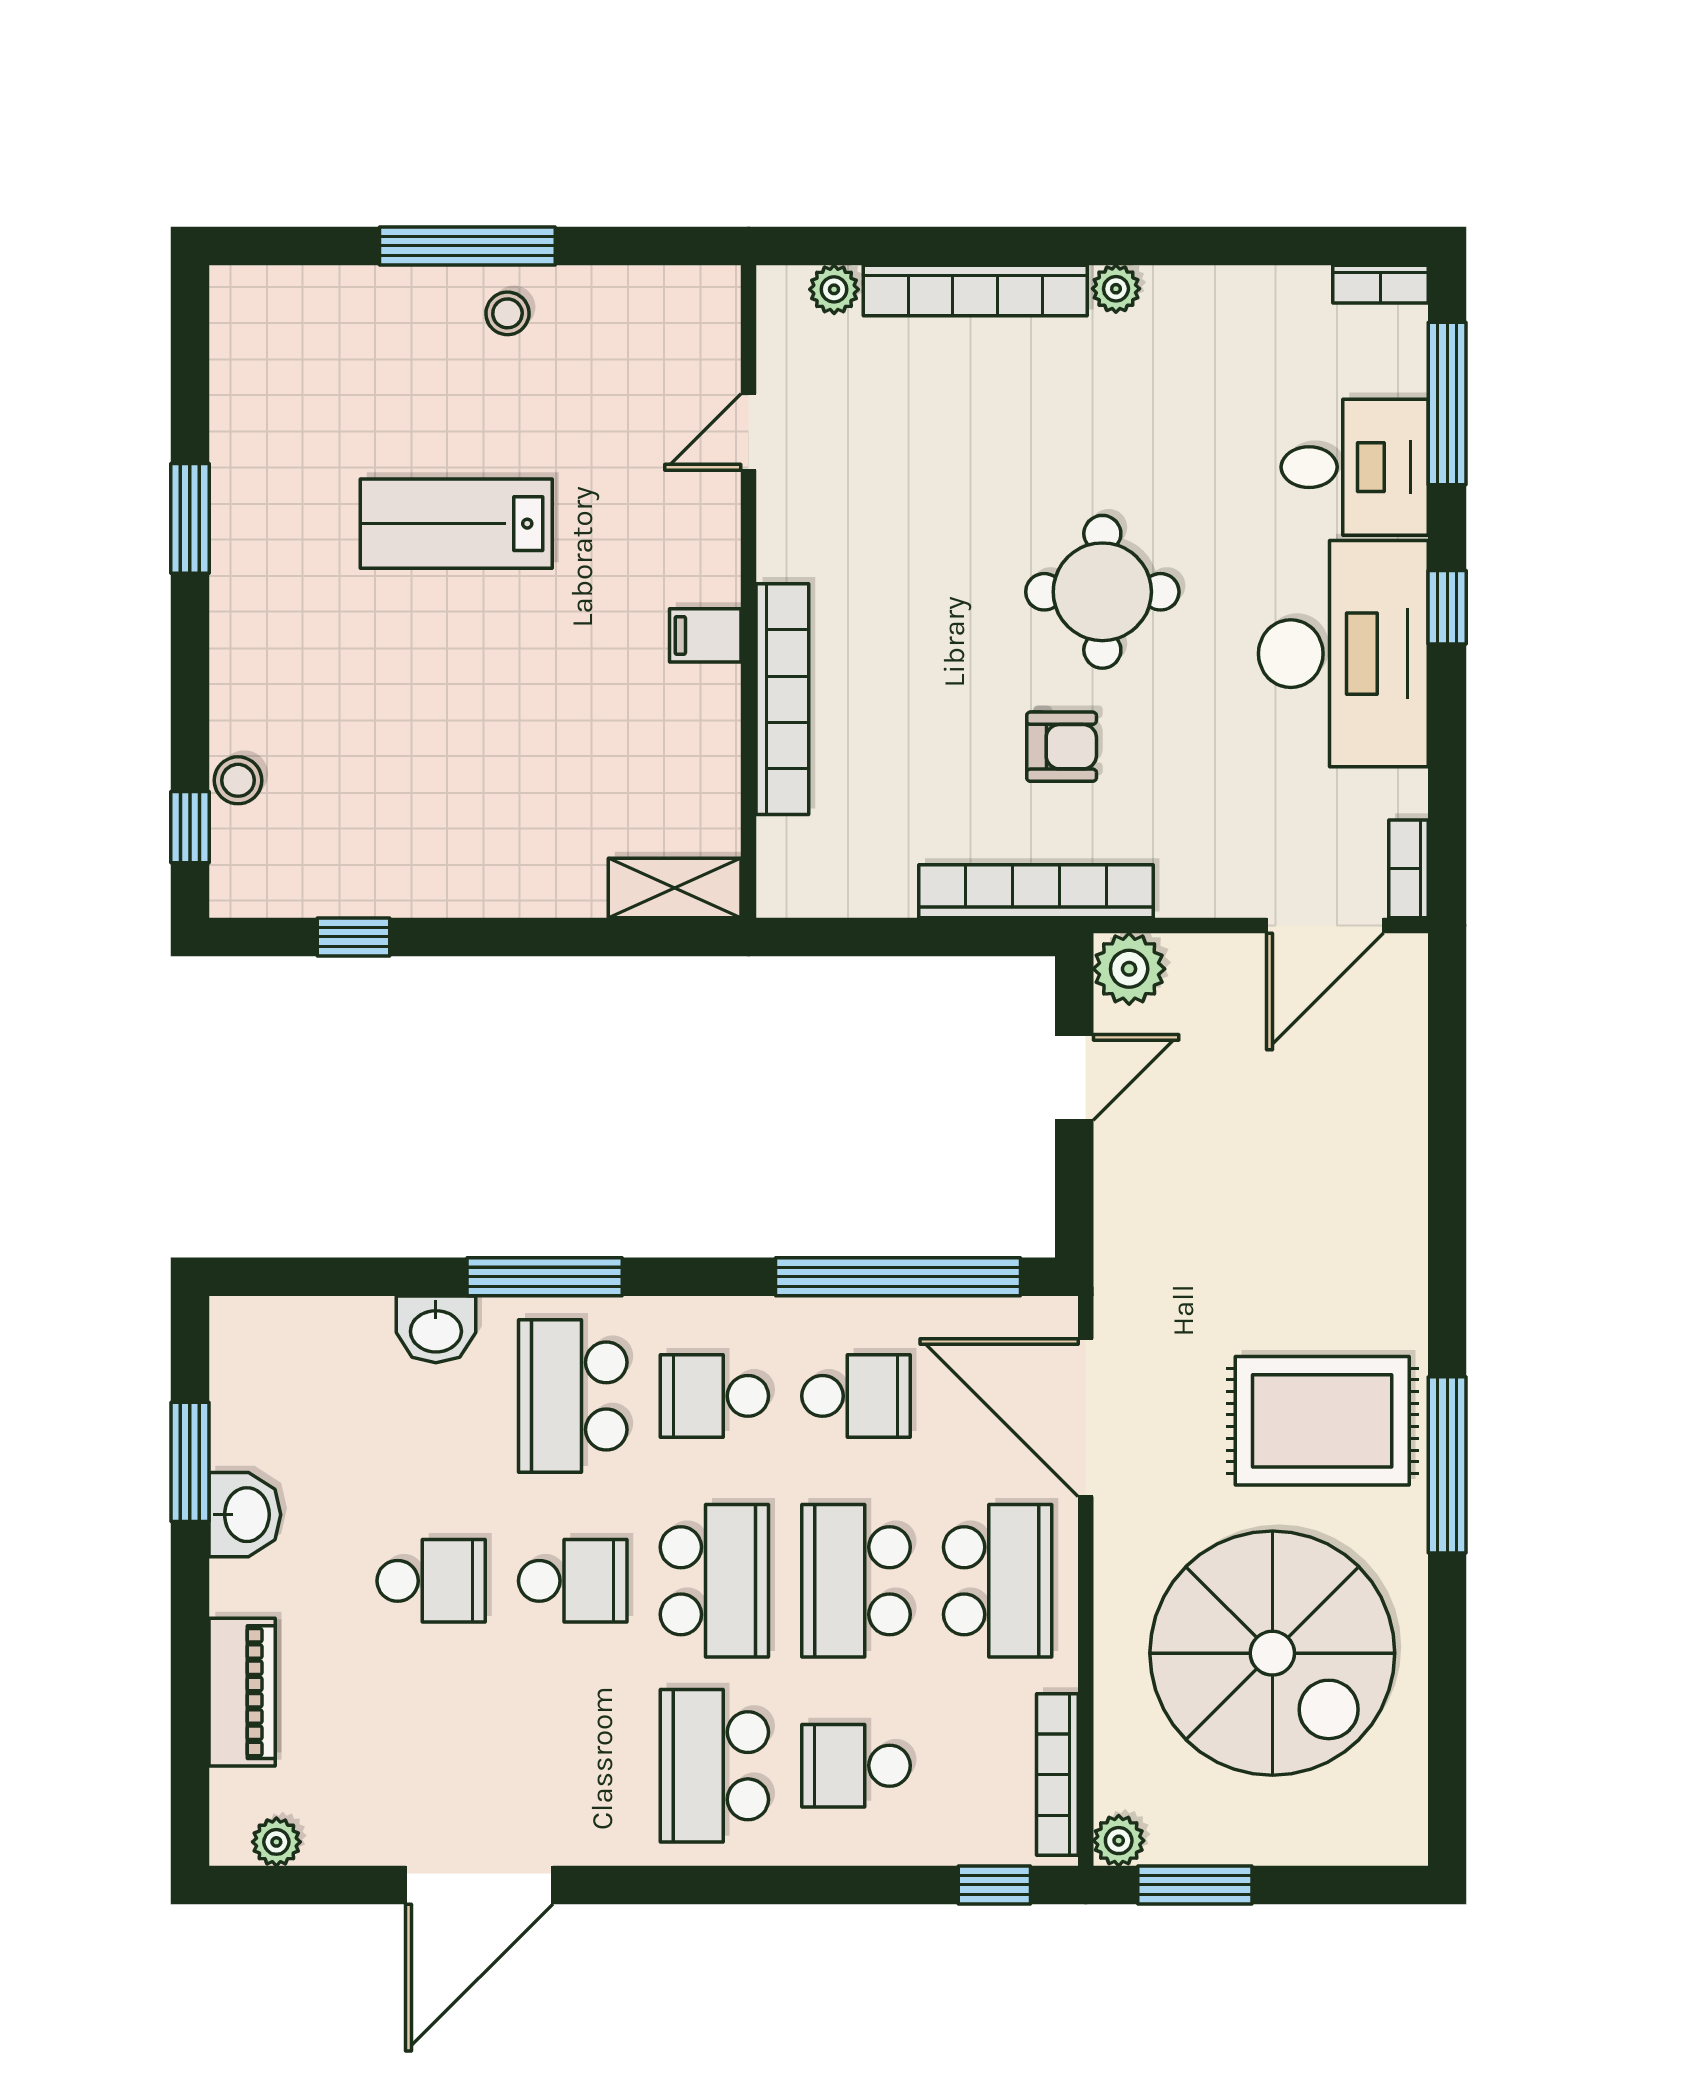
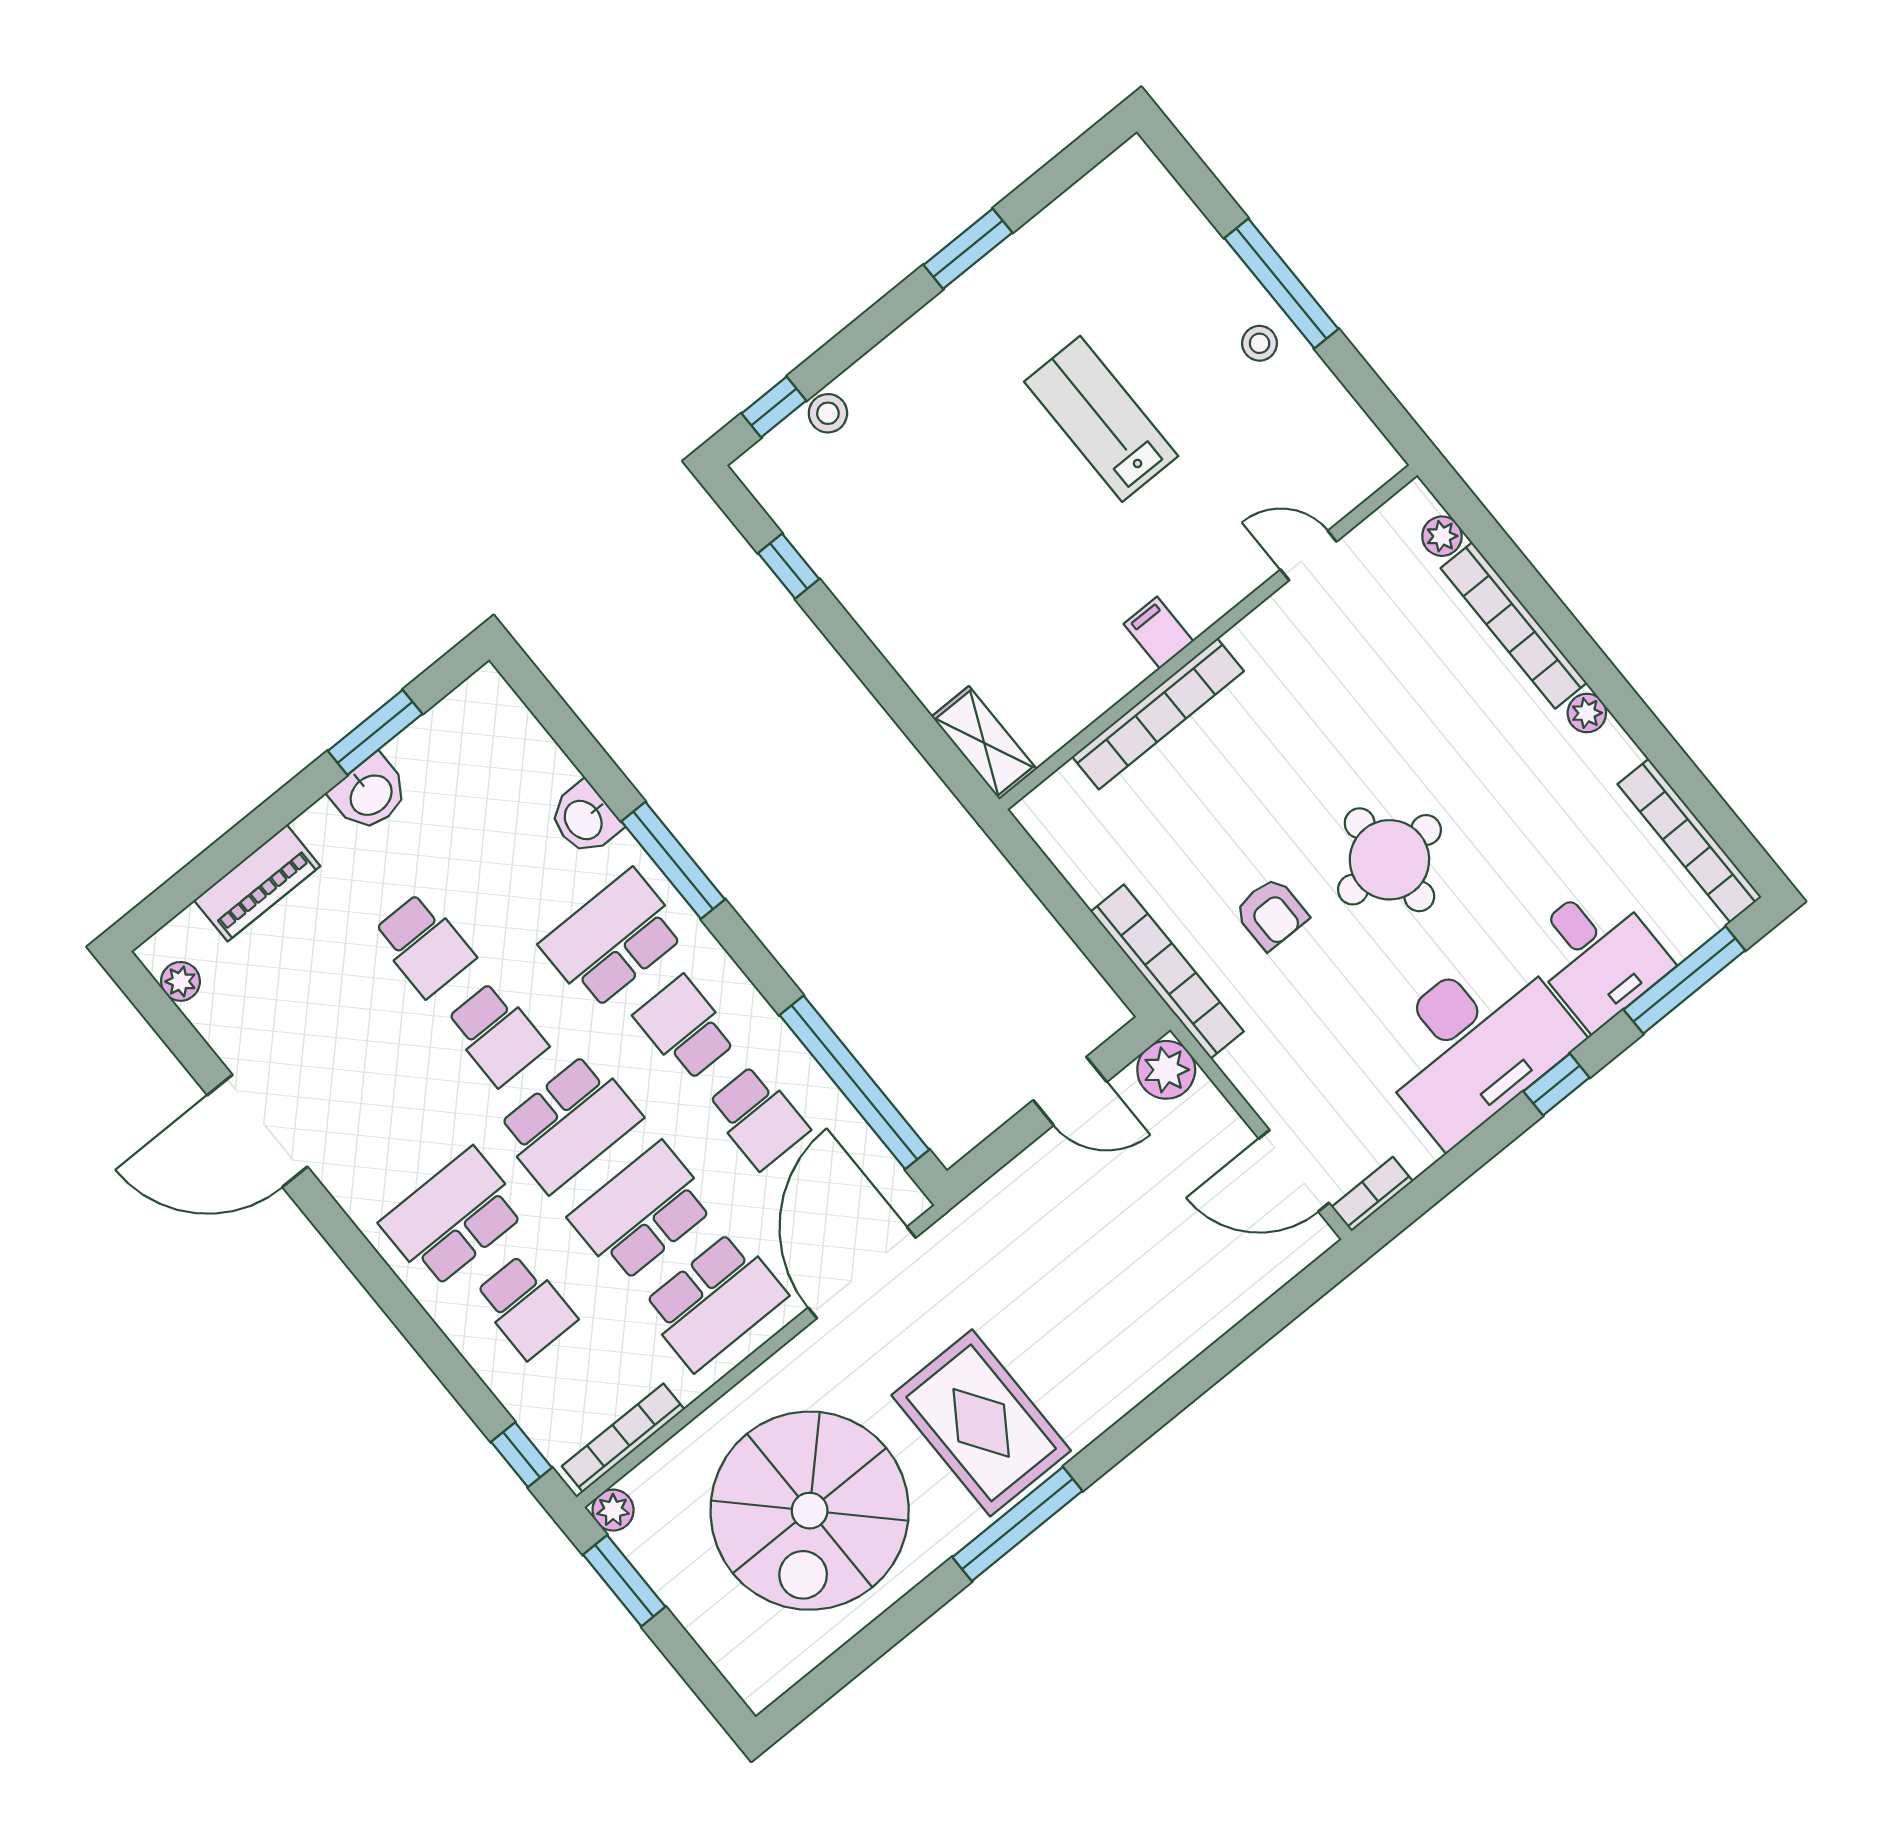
bookcase: (1380, 284) -> (1690, 841), width x2.31, depth x1.31
school desk: (856, 1766) -> (525, 1307), turned 180

